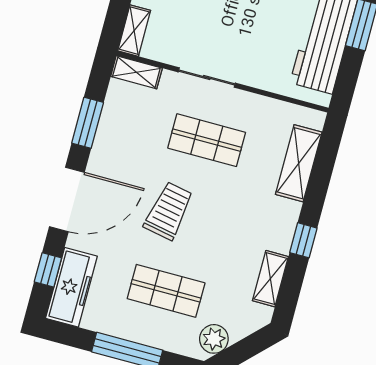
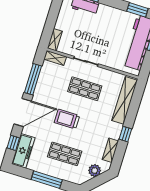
window: (88, 123) -> (33, 79), width x1.44
shelving: (299, 163) -> (125, 100), width x1.47
trolley: (169, 211) -> (67, 119), turned -101
plant: (214, 339) -> (95, 171), moved

